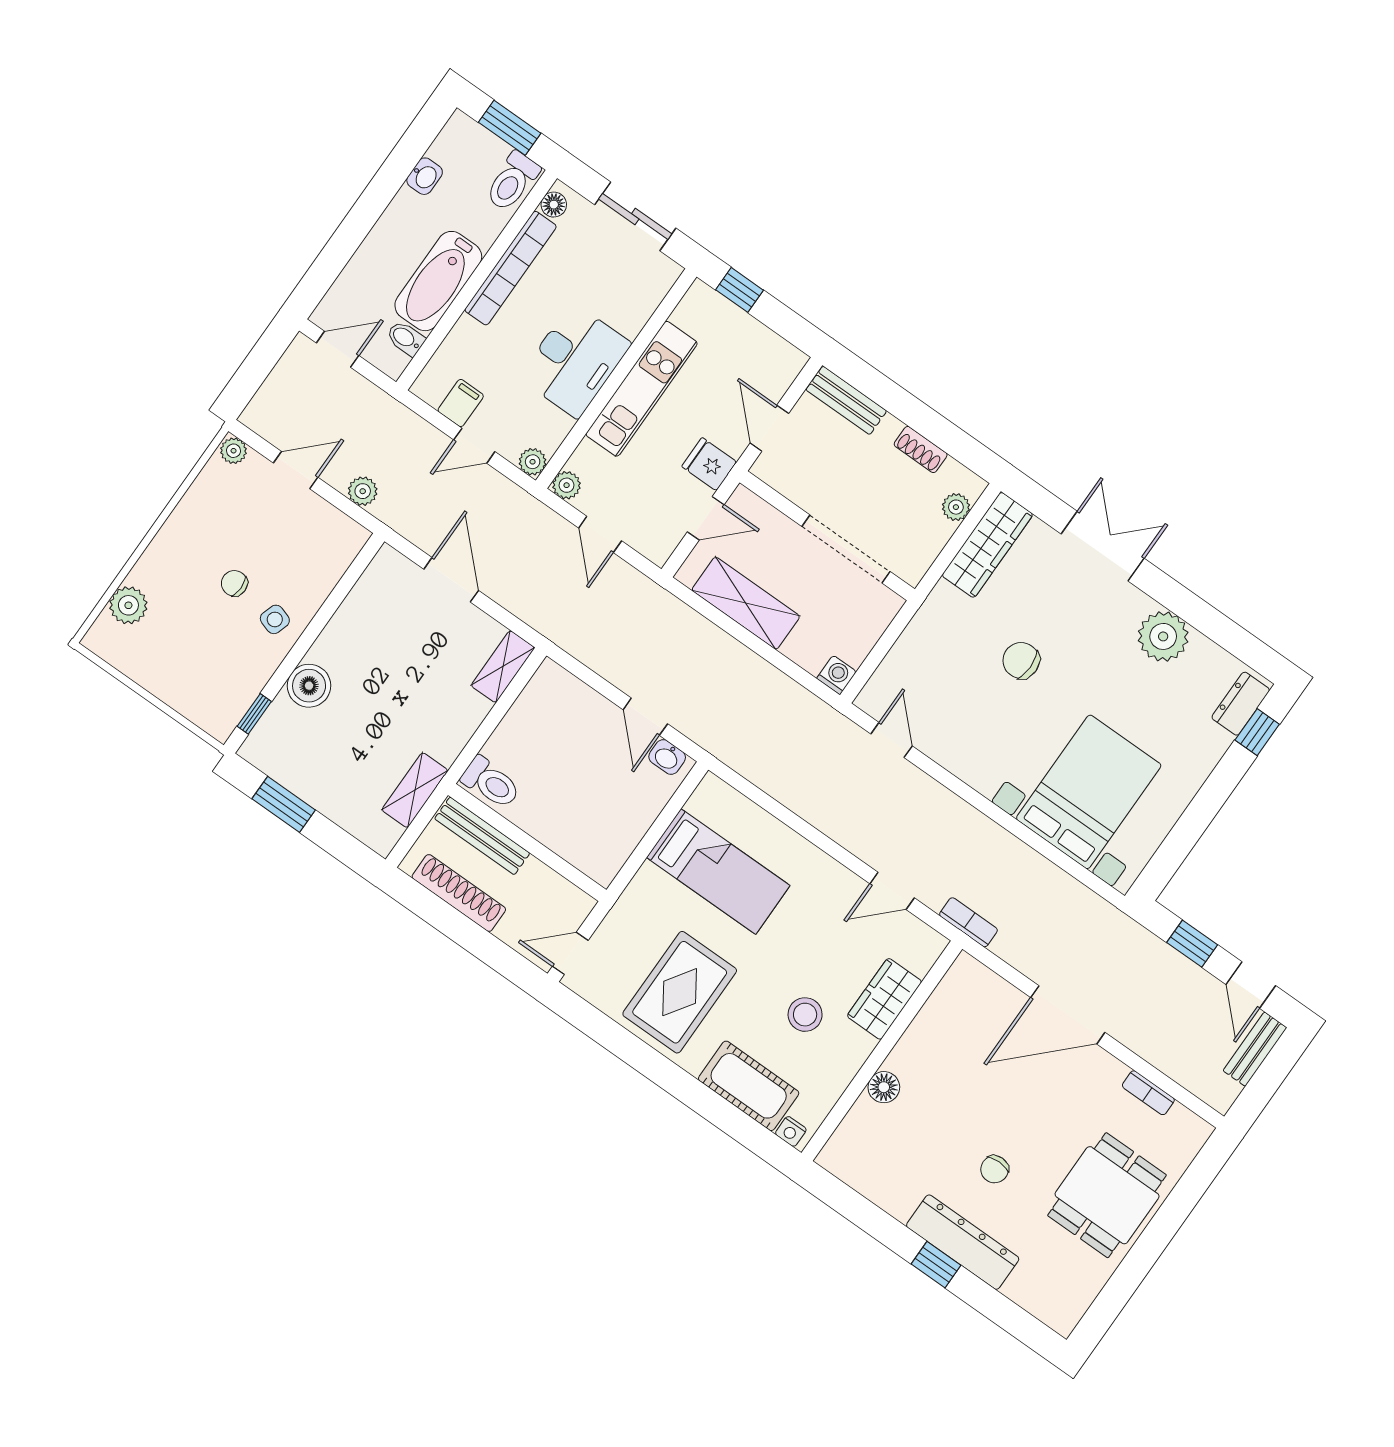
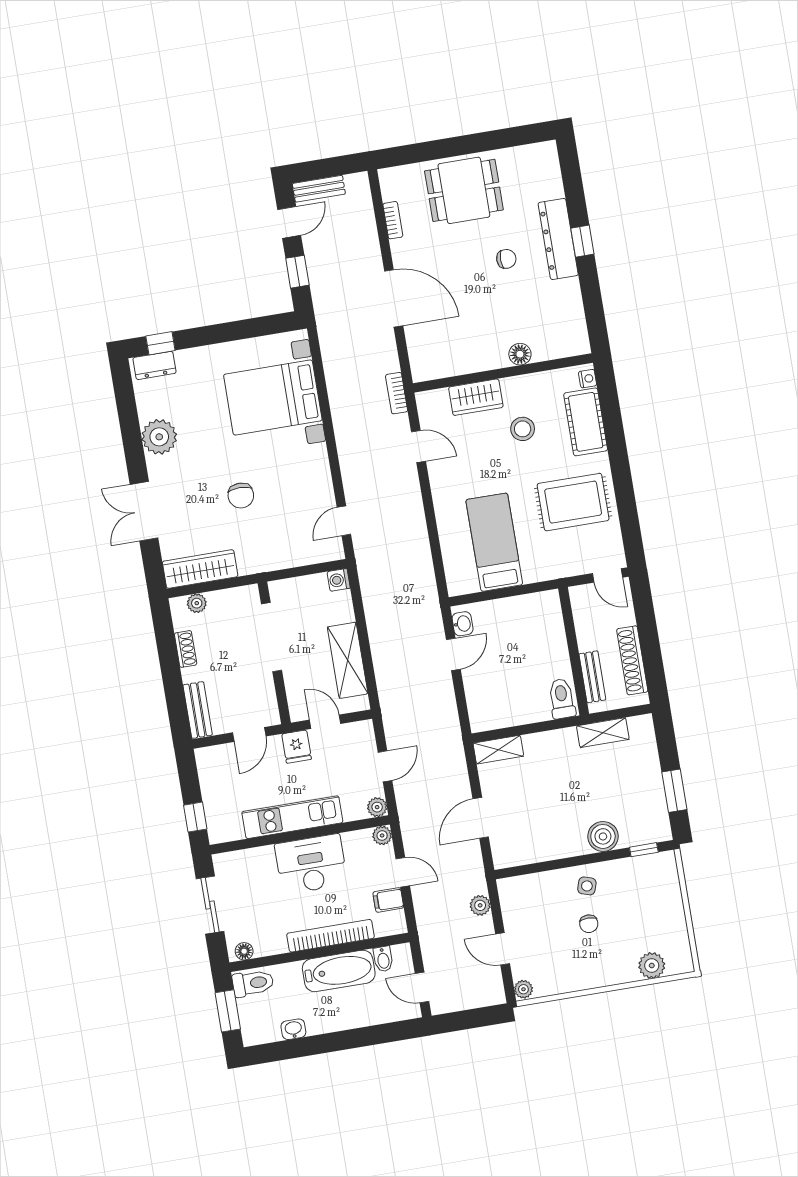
bookcase: (511, 268) -> (331, 936), moved
bench: (482, 836) -> (592, 677), width x0.73

